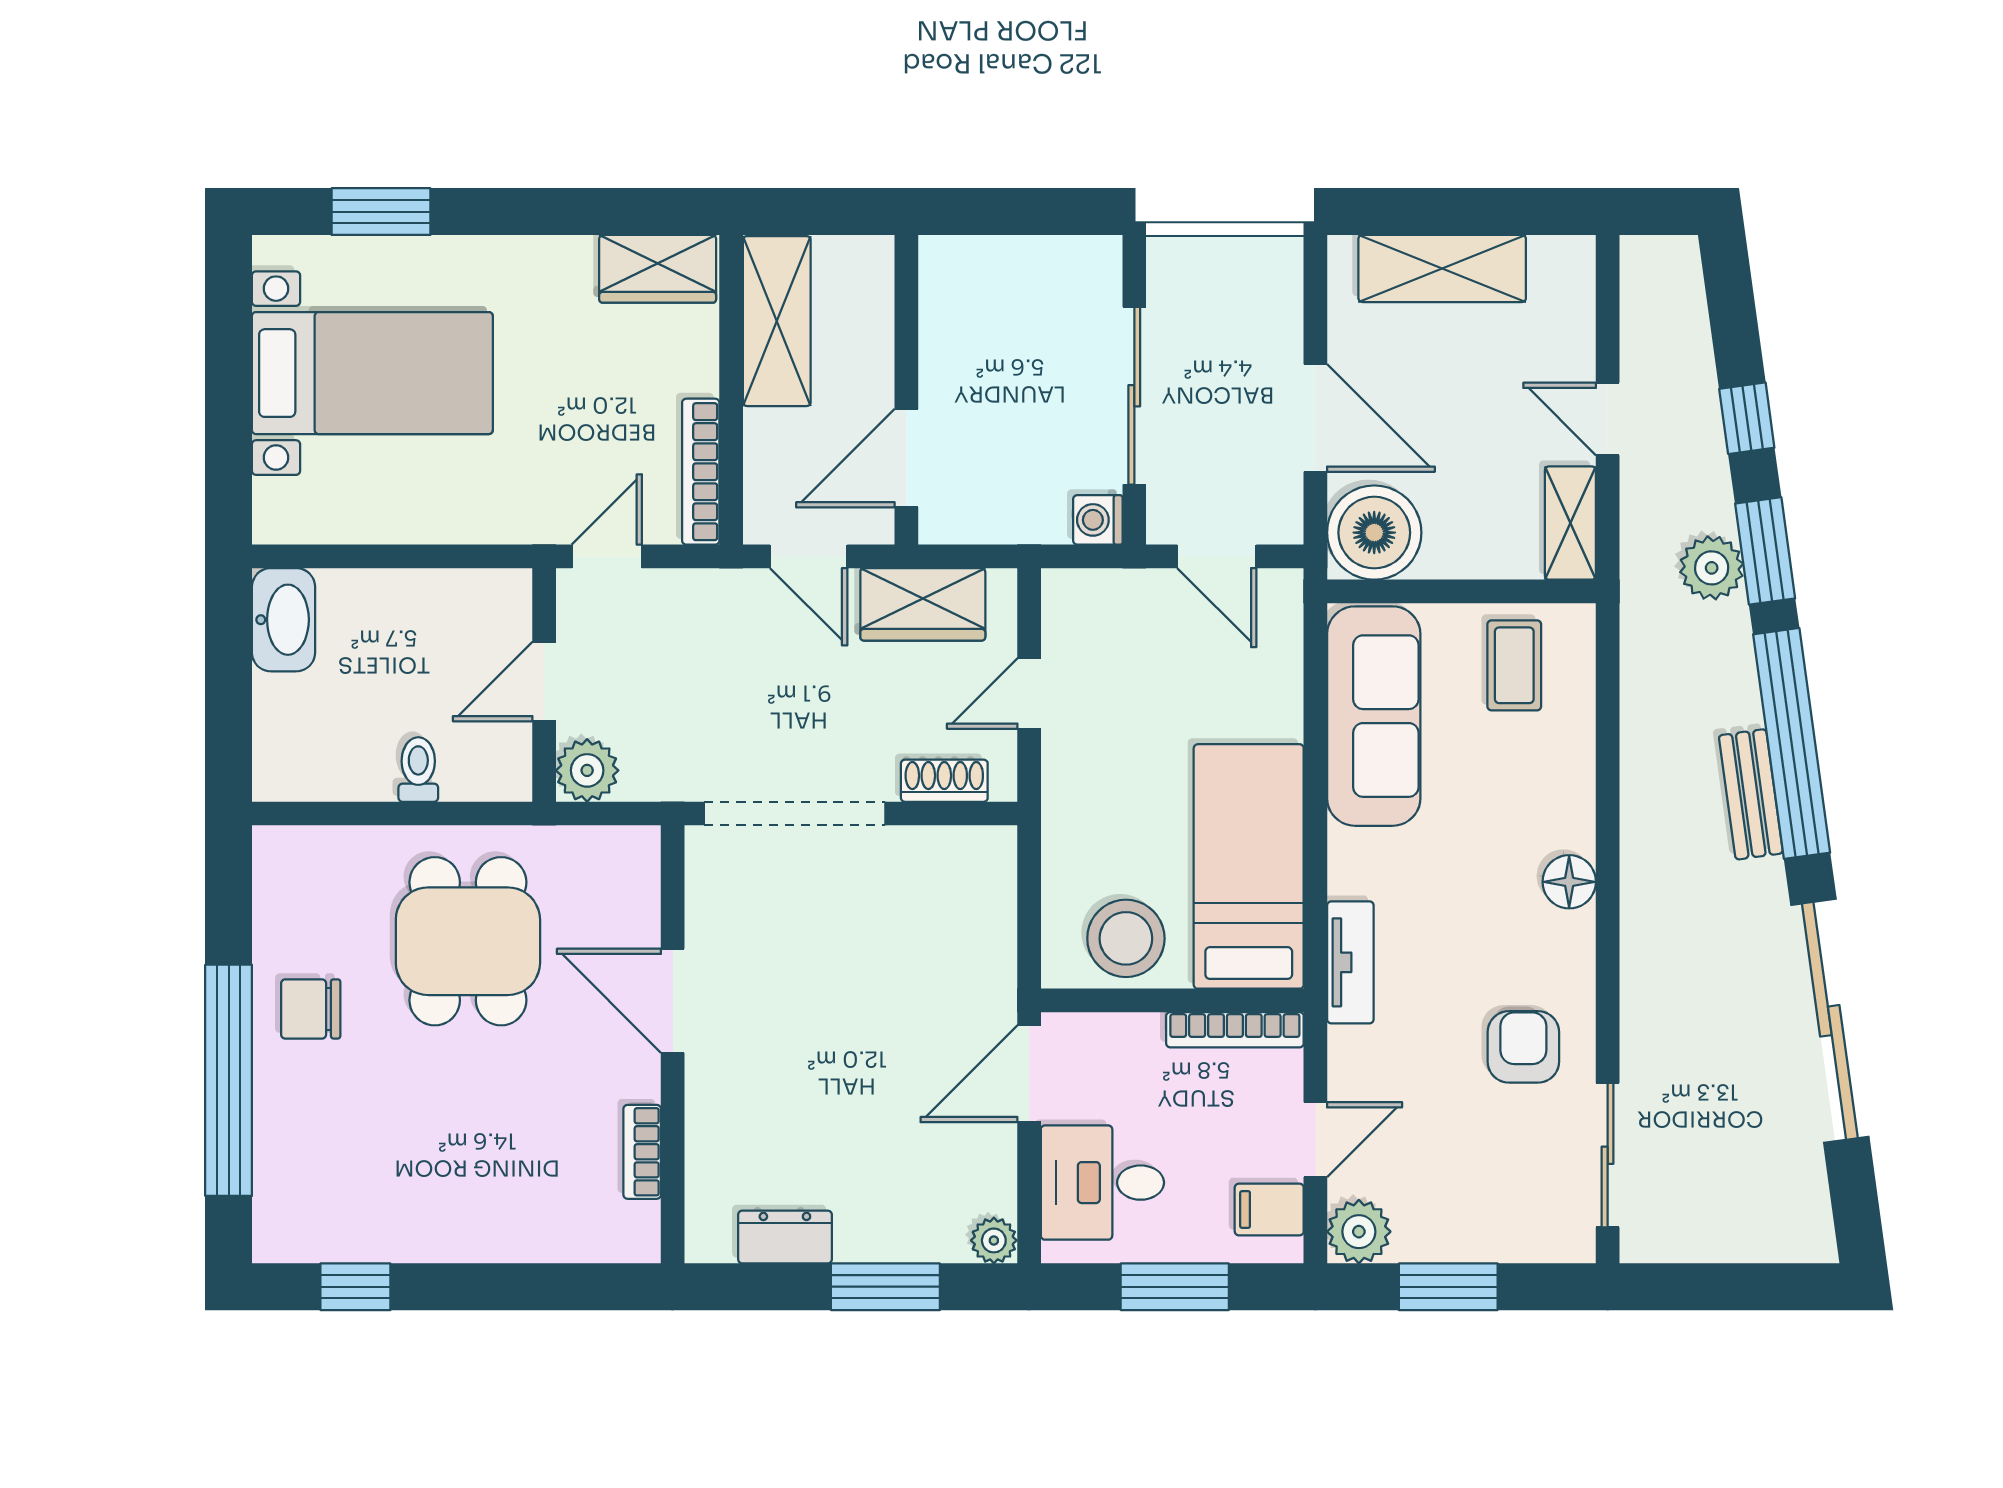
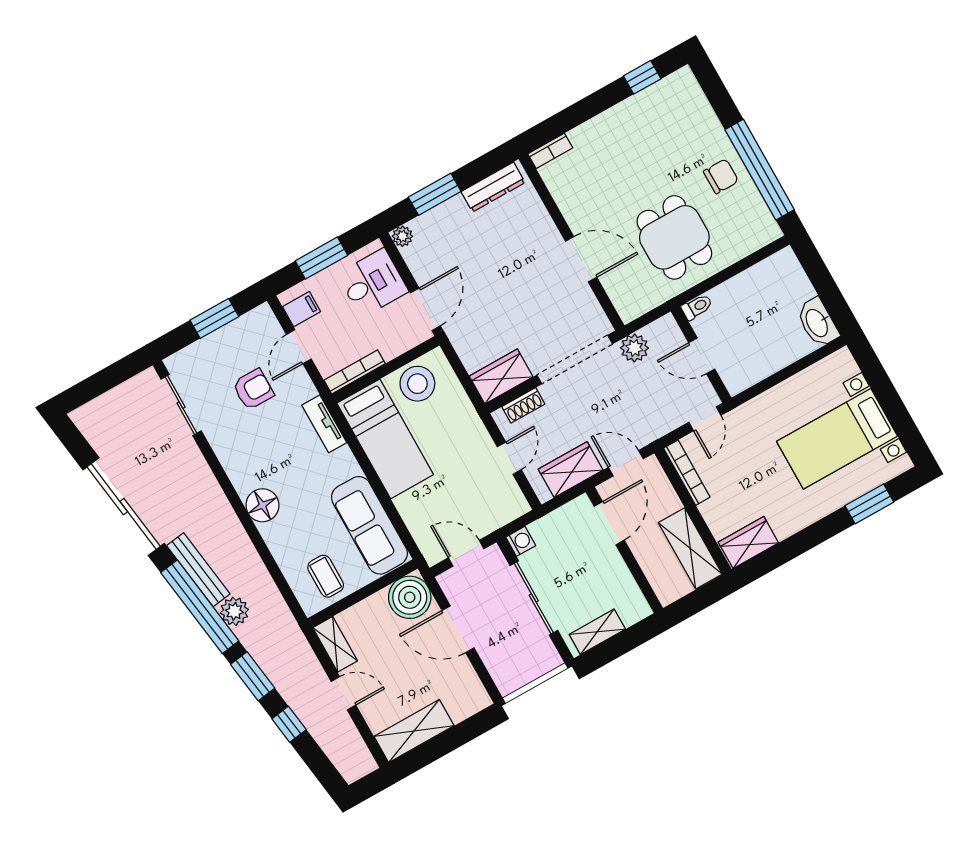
shelving: (1048, 261) -> (597, 632), added
shelving: (1442, 268) -> (414, 731), moved
plant: (1712, 568) -> (234, 611), moved
door: (544, 682) -> (702, 356), swing flipped
toilet: (418, 769) -> (697, 307), moved, turned -90
plant: (587, 770) -> (634, 348), moved
bench: (1751, 794) -> (198, 570), width x1.36
wardrobe: (956, 861) -> (501, 376), added
floor lamp: (1569, 882) -> (262, 505), width x1.38, depth x1.38
armchair: (1523, 1047) -> (253, 389), moved, turned -90
window: (229, 1080) -> (760, 170), moved
bookcase: (642, 1152) -> (550, 151), moved, turned 90
plant: (1359, 1232) -> (262, 320), removed
dresser: (785, 1237) -> (493, 187), width x1.44

